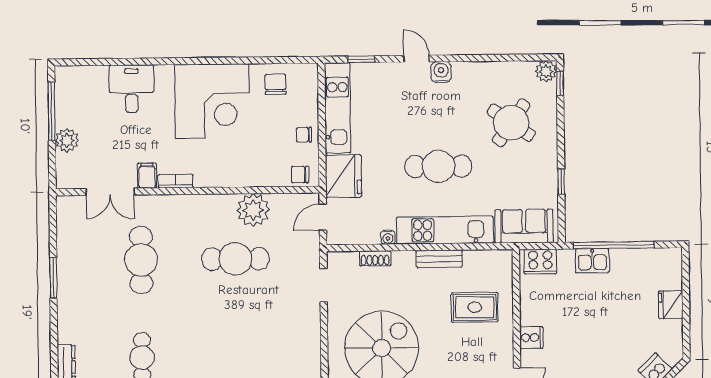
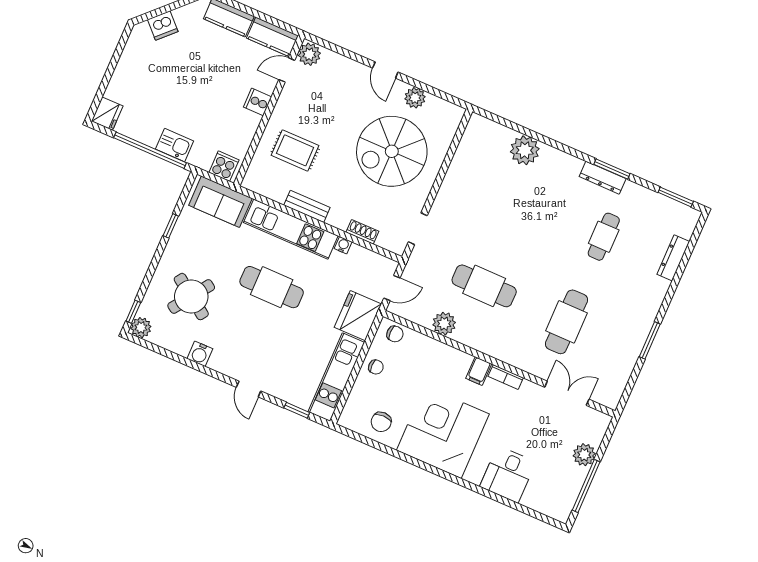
water cooler: (441, 72) -> (200, 354), moved
filing cabinet: (147, 176) -> (479, 371), moved
plant: (253, 210) -> (444, 324), width x0.73, depth x0.73
cooker: (540, 262) -> (224, 166), width x0.73
fridge: (671, 305) -> (107, 114), moved

